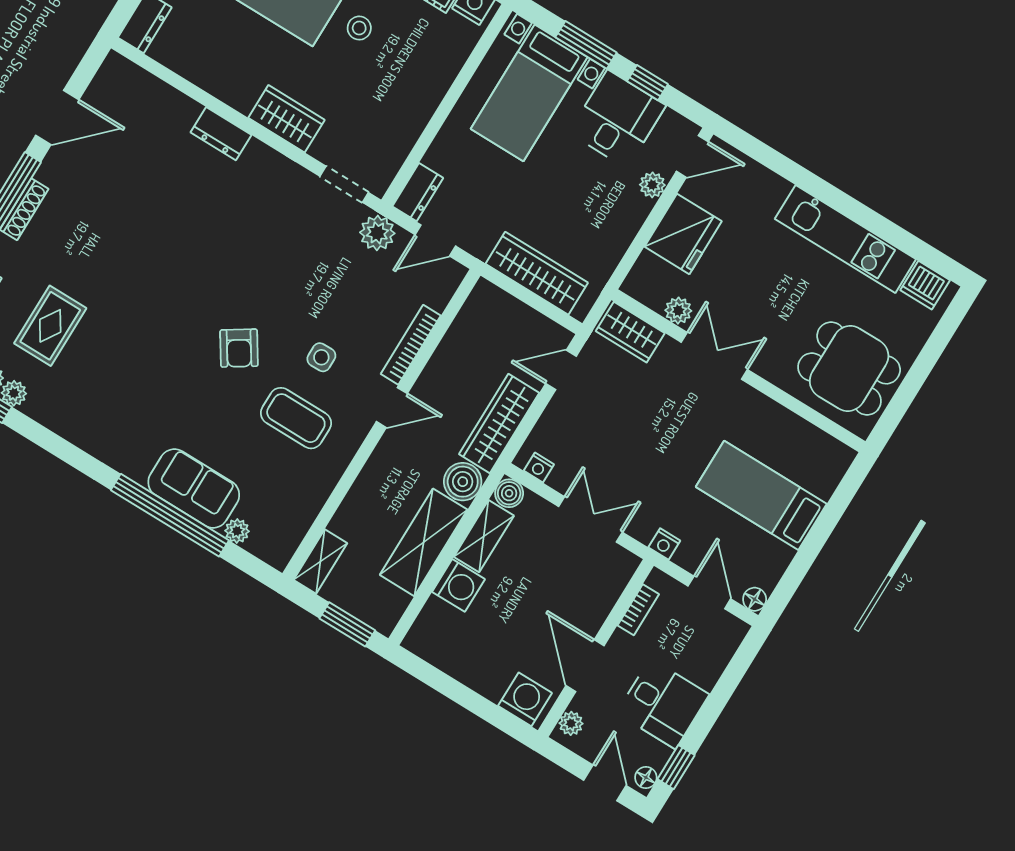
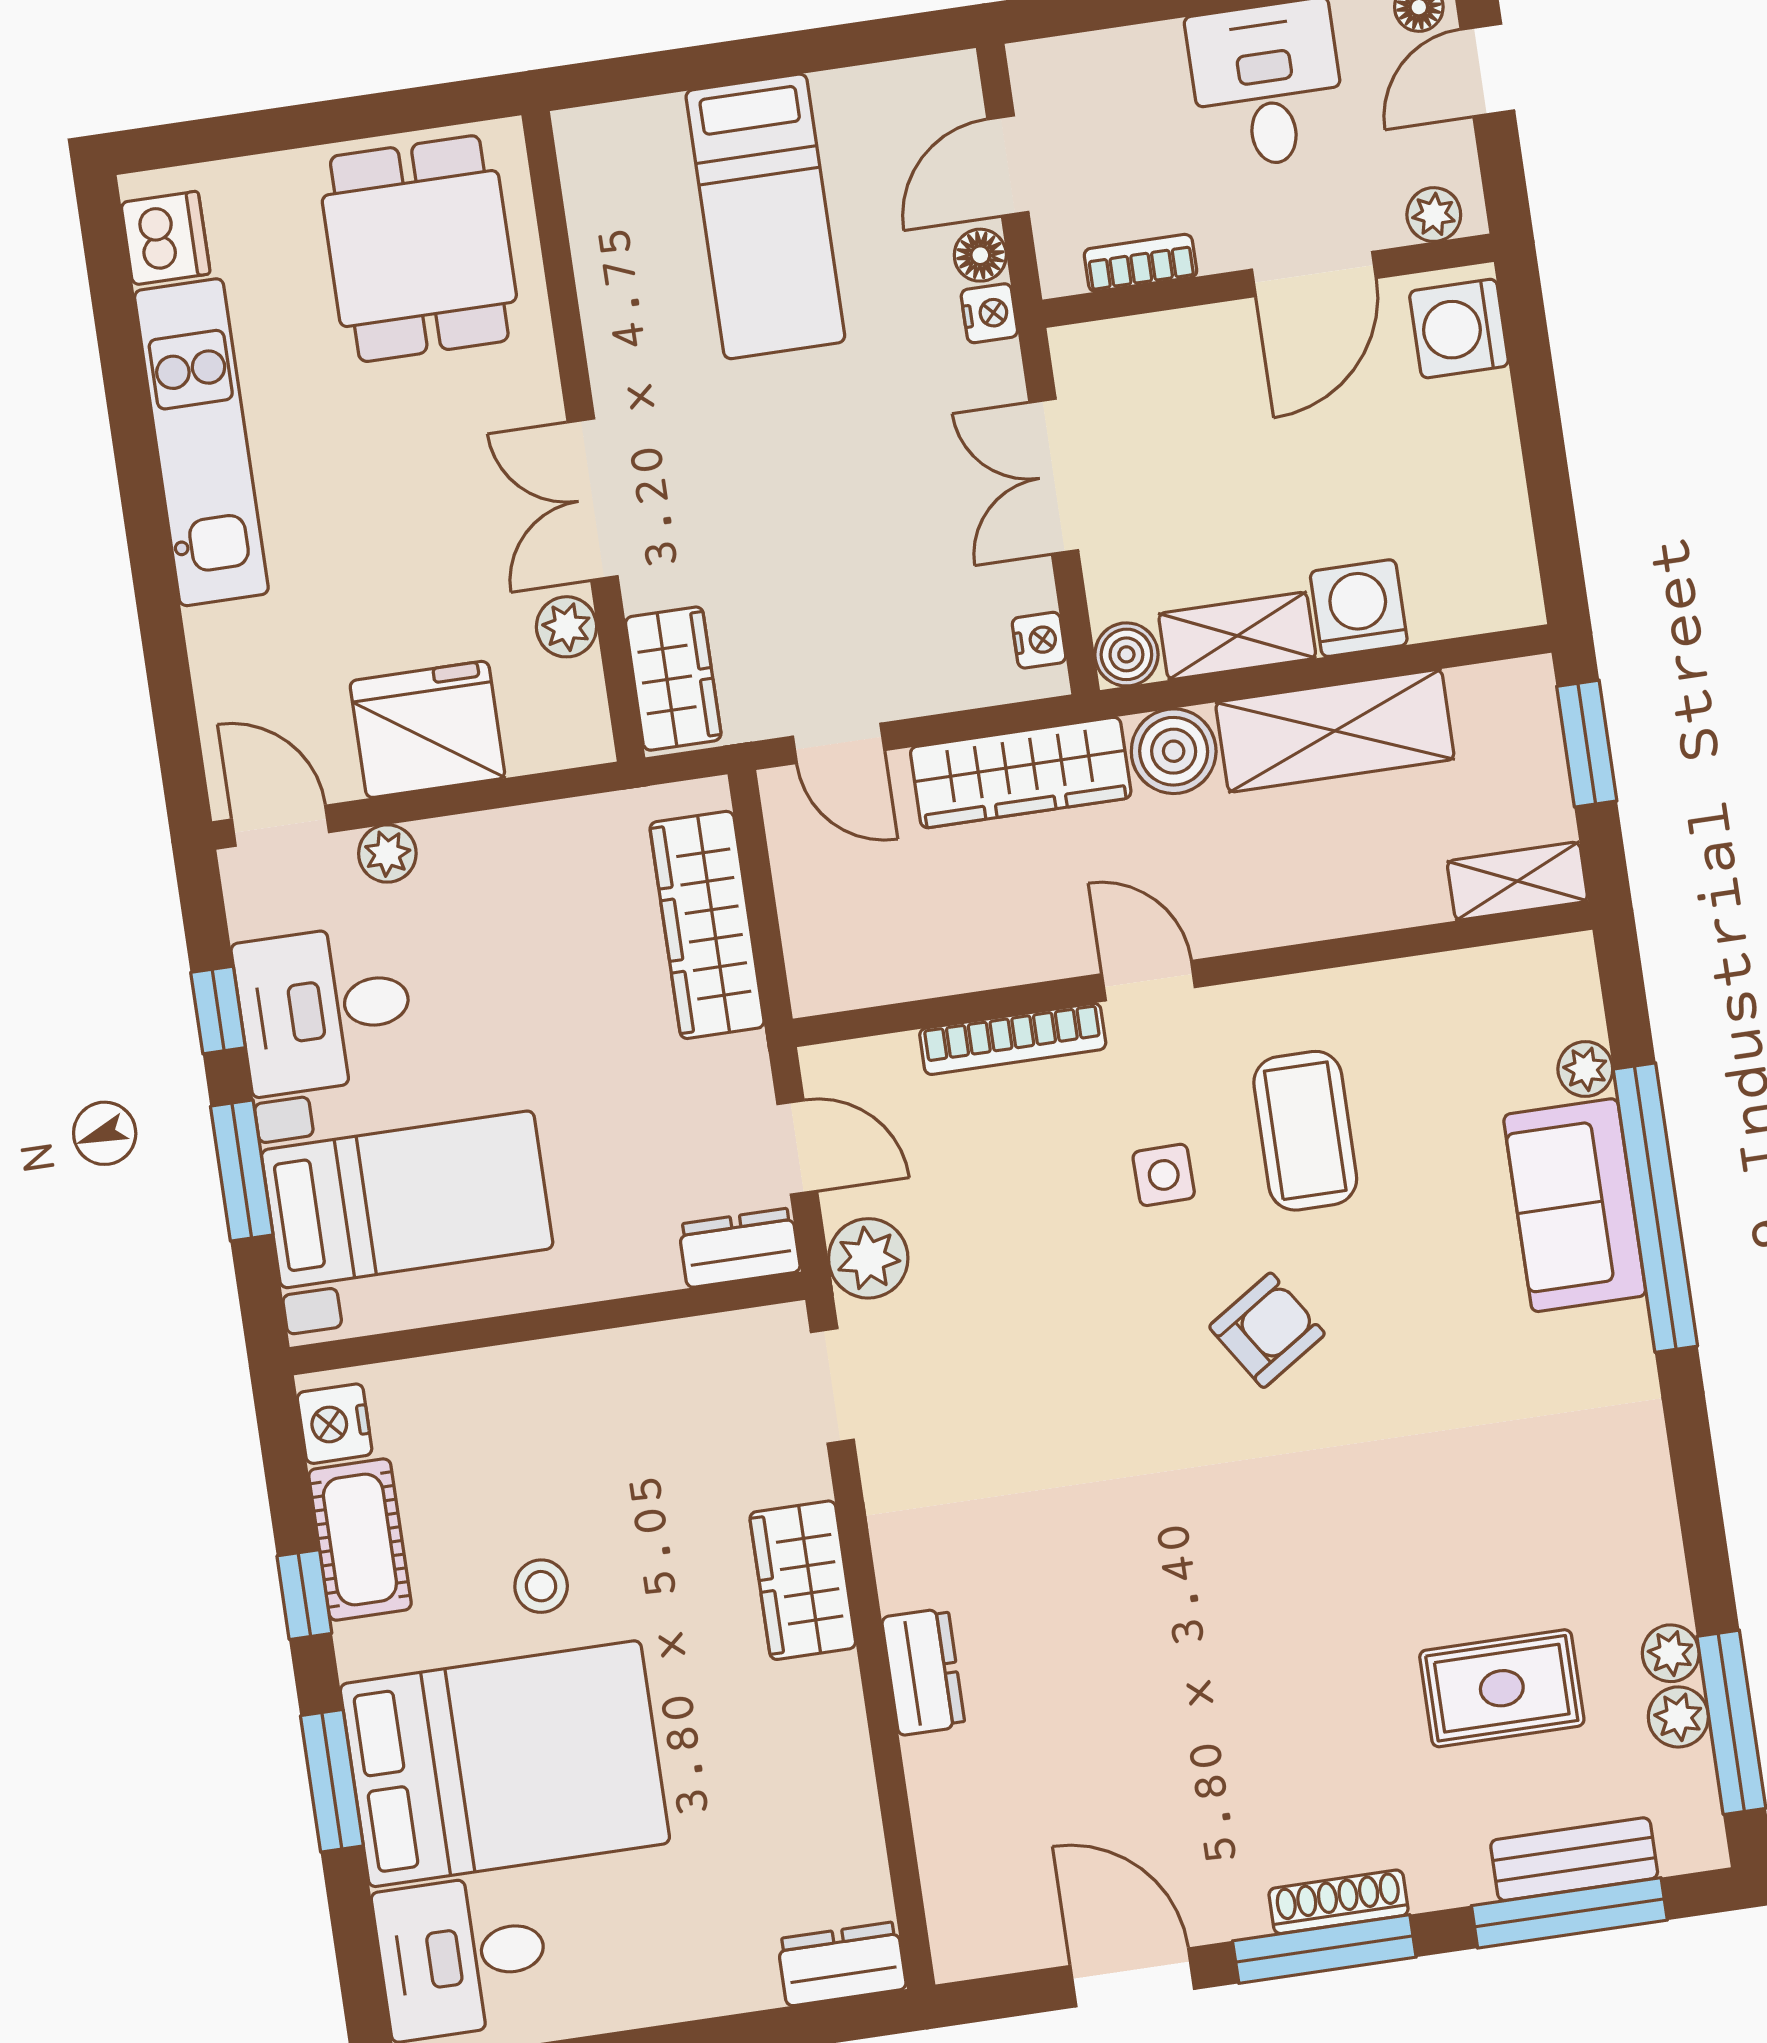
floor lamp: (755, 599) -> (980, 255), moved

